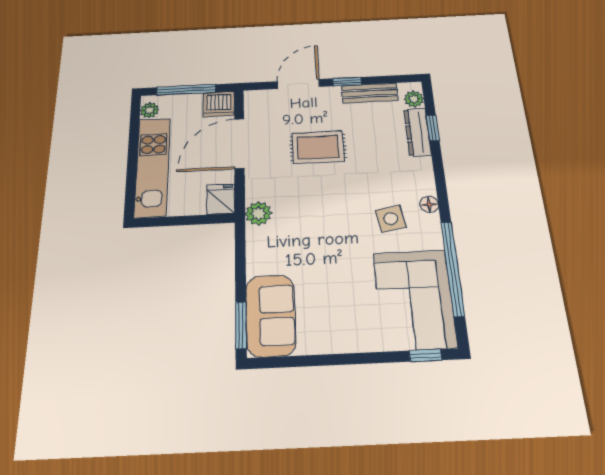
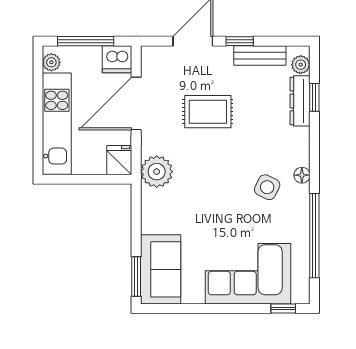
plant: (258, 213) -> (157, 172), width x1.36, depth x1.36
side table: (391, 219) -> (267, 187), turned 37
corner sofa: (414, 300) -> (248, 274), moved, turned 90

